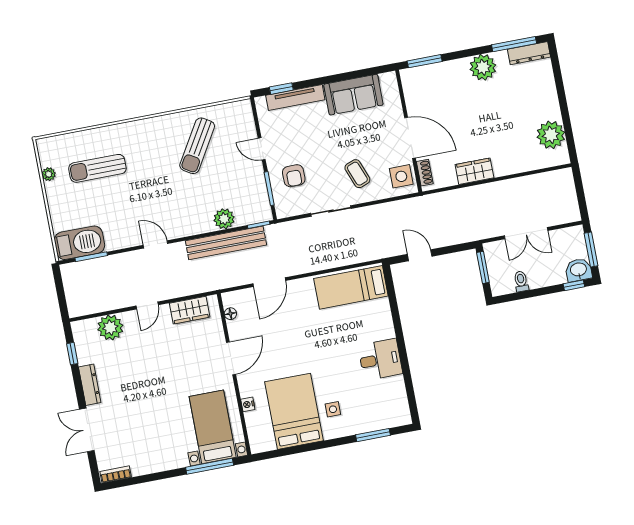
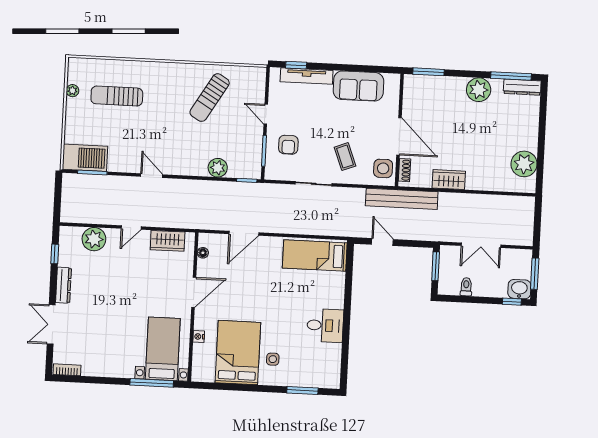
bench: (226, 243) -> (402, 199), moved

